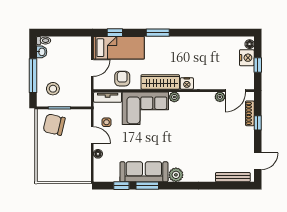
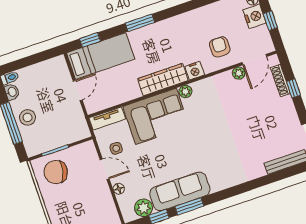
armchair: (122, 79) -> (220, 47), moved
stool: (53, 89) -> (28, 117), moved
plant: (176, 175) -> (143, 208), moved

